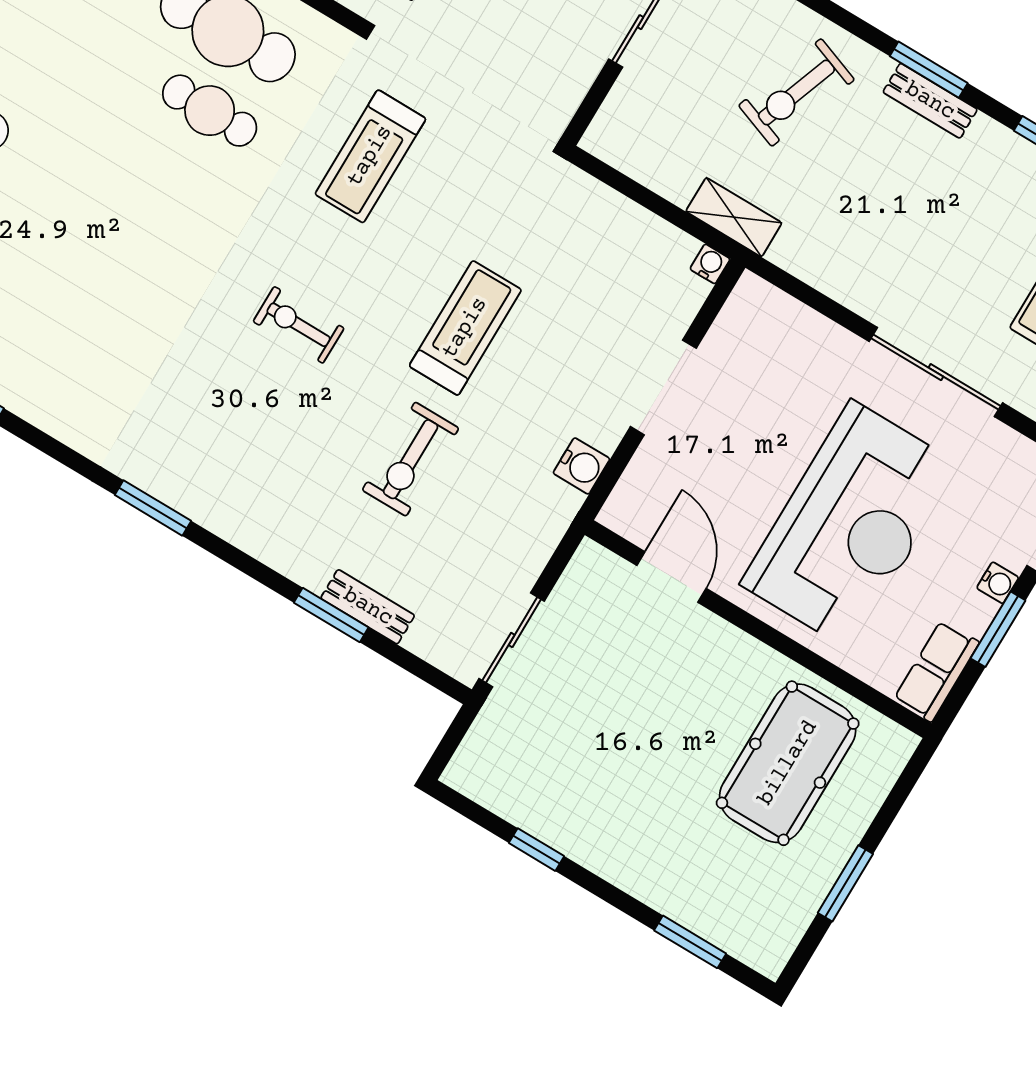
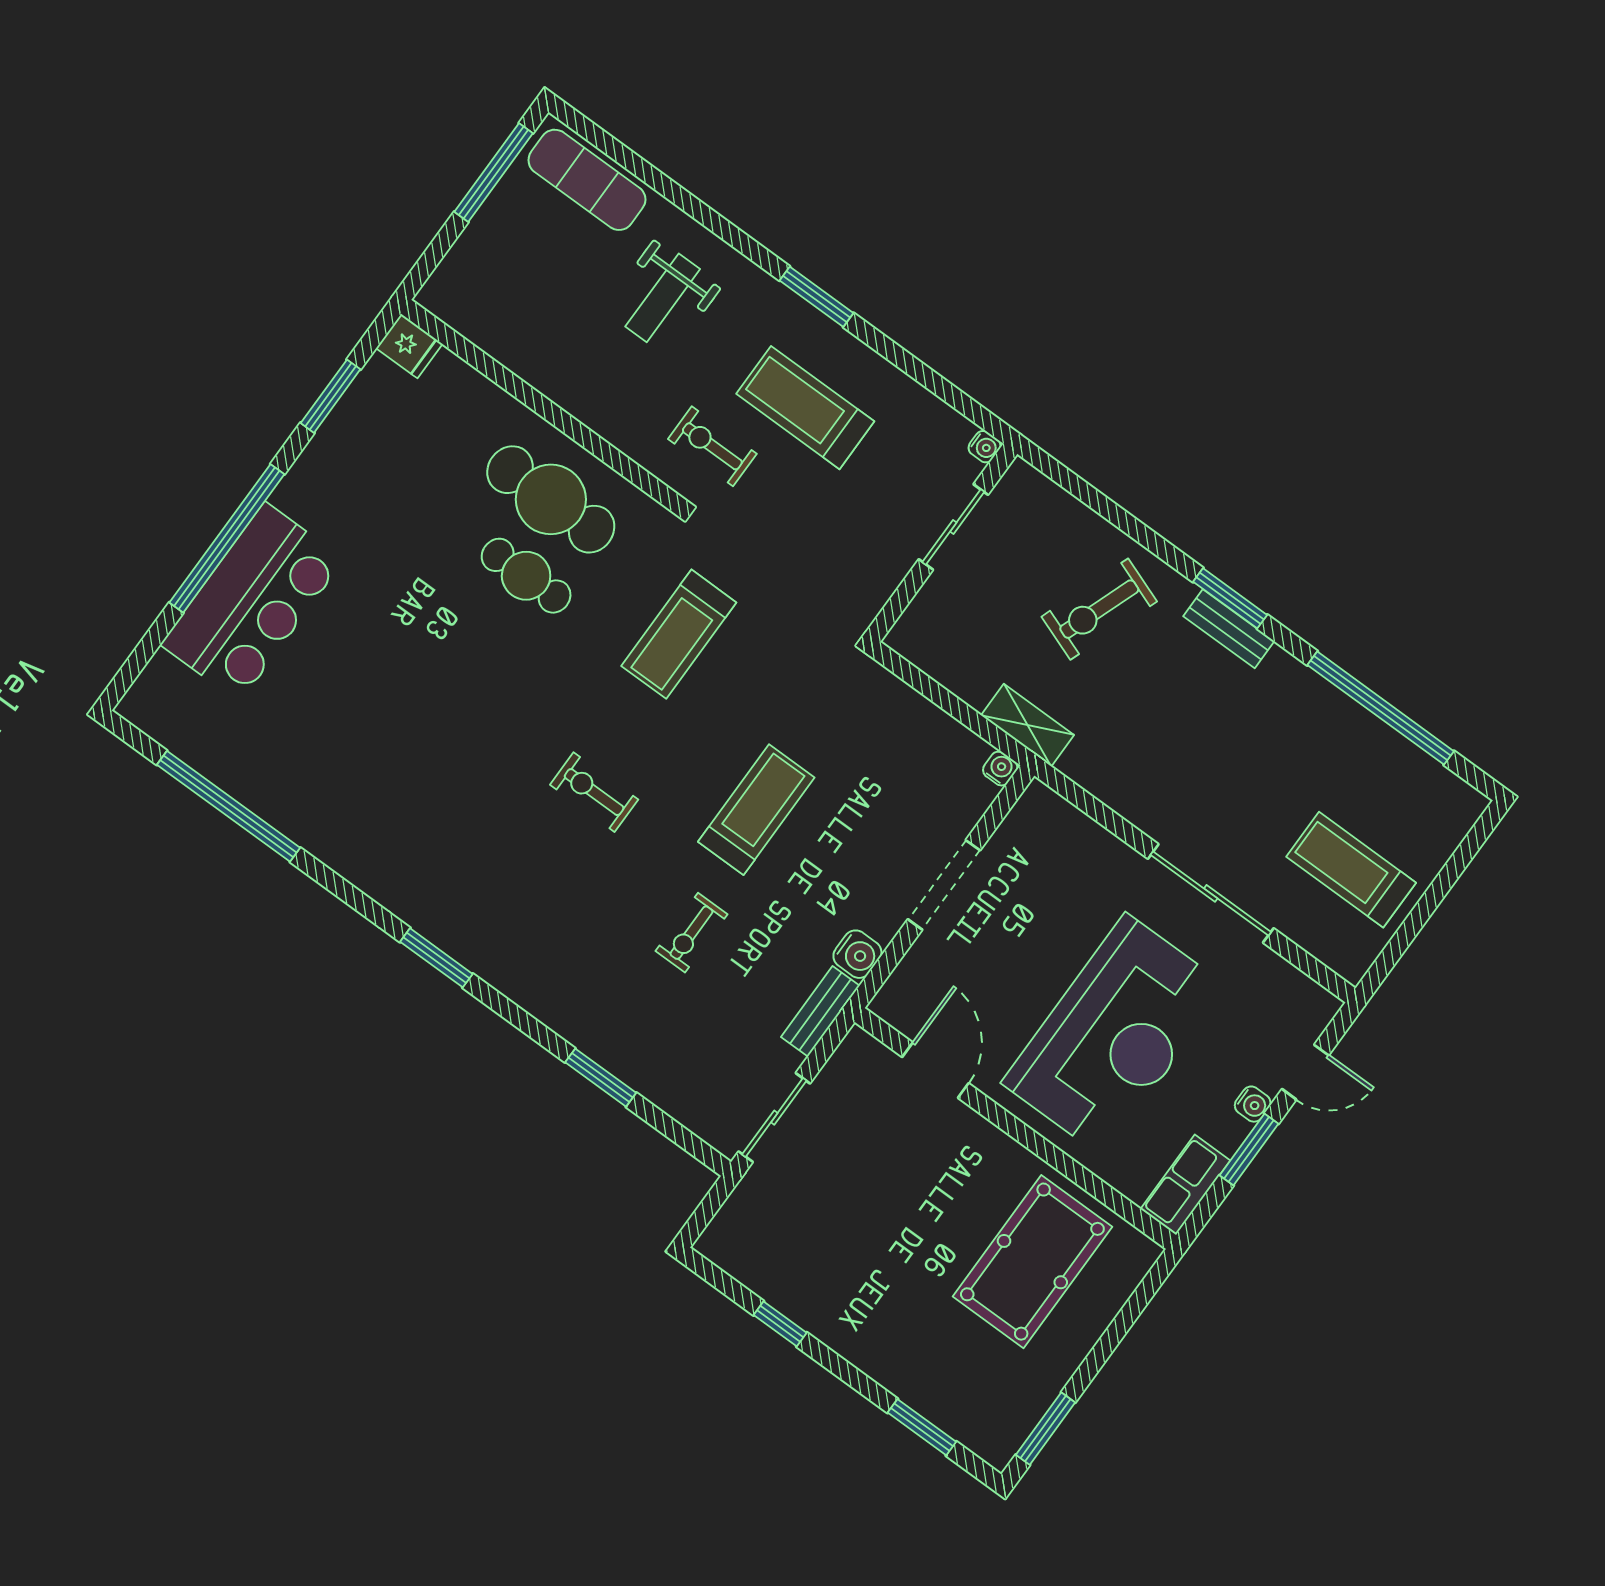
exercise bike: (411, 459) -> (691, 933), width x0.73, depth x0.72
bench: (368, 607) -> (820, 1011), moved, turned 90
window: (845, 883) -> (1045, 1429), moved

